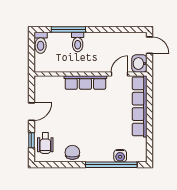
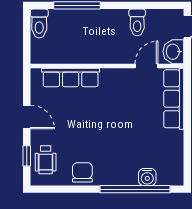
toilet: (78, 42) -> (137, 22), moved
row of seats: (85, 82) -> (71, 77), moved
row of seats: (140, 106) -> (174, 99), width x0.73
door: (31, 112) -> (27, 117), hinge flipped

